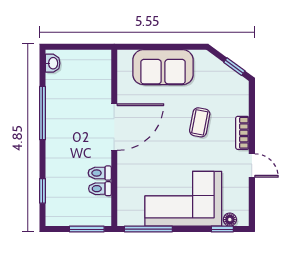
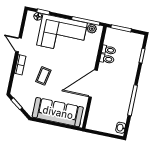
sofa: (163, 67) -> (58, 112), width x1.36
plant: (135, 218) -> (92, 29), added

